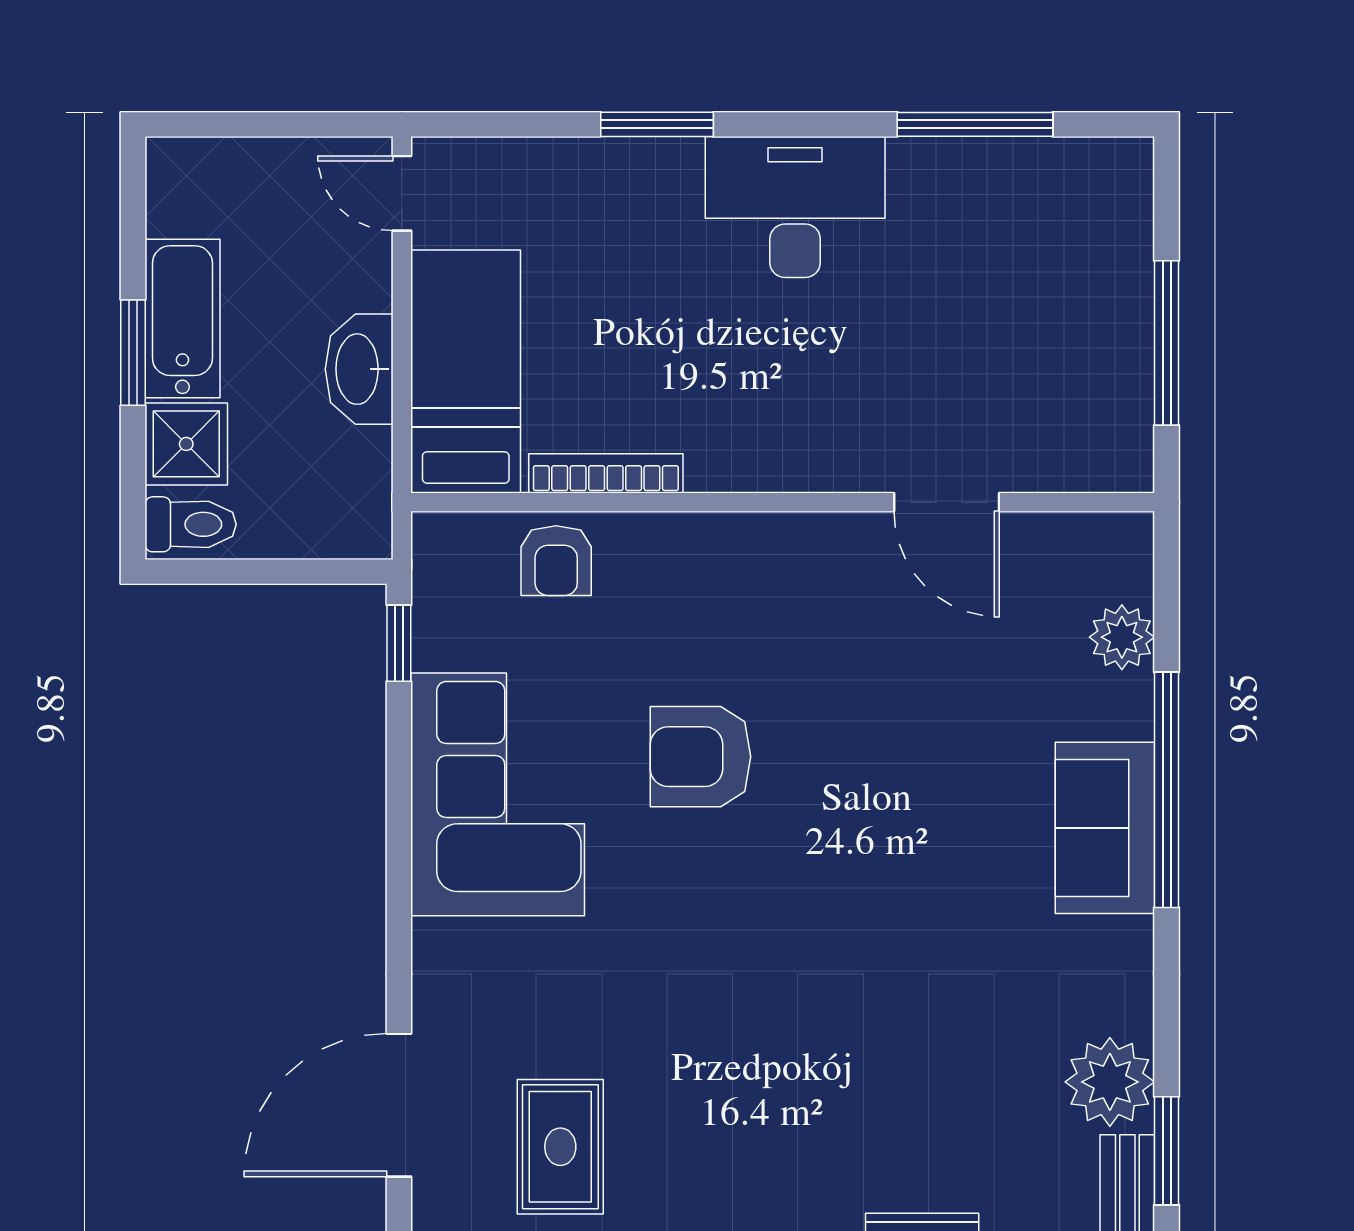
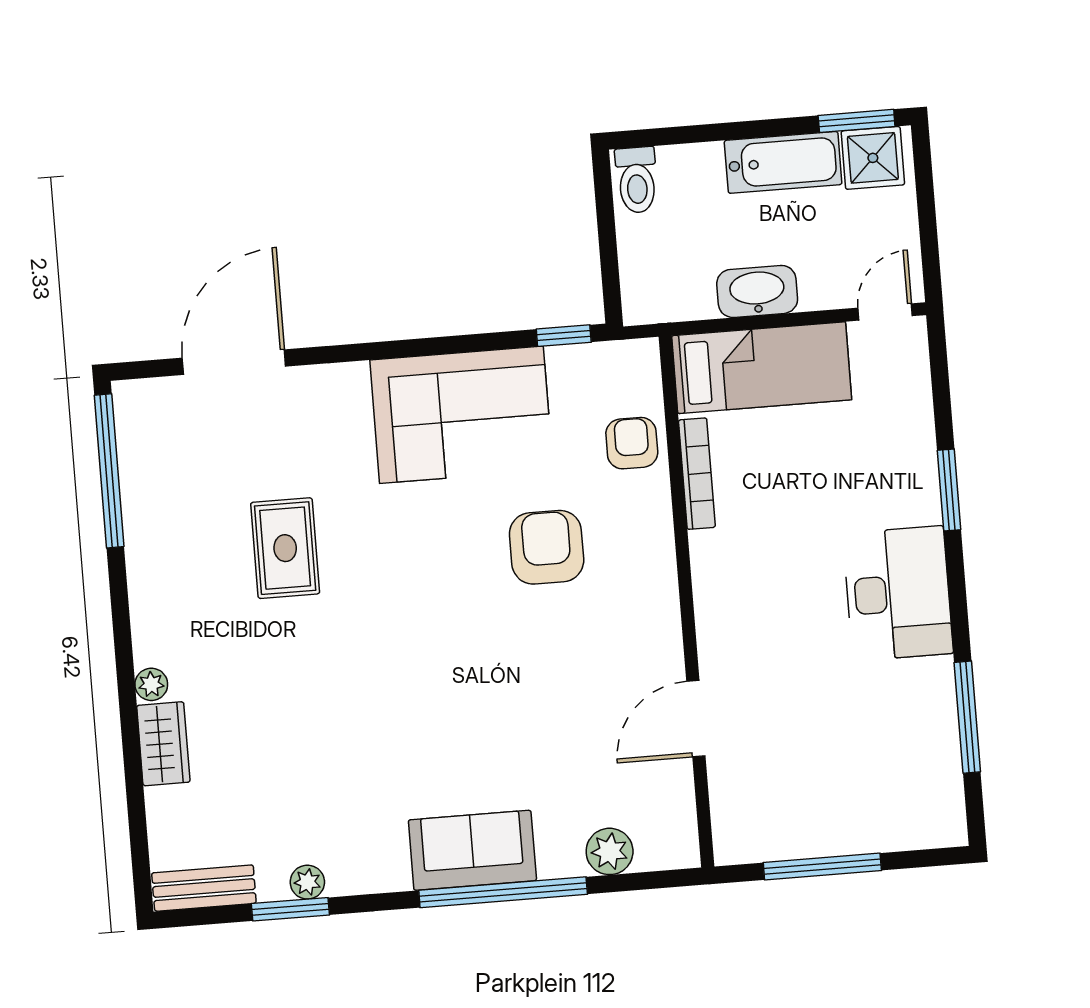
window: (133, 353) -> (857, 121), moved
shower: (186, 444) -> (873, 158), moved
armchair: (556, 561) -> (632, 443), turned 90
armchair: (700, 757) -> (547, 547), moved
plant: (1110, 1082) -> (307, 882), width x0.53, depth x0.53
door: (399, 1105) -> (234, 362), hinge flipped
rug: (560, 1147) -> (285, 548), moved, turned 90
window: (1167, 1151) -> (290, 909), moved

